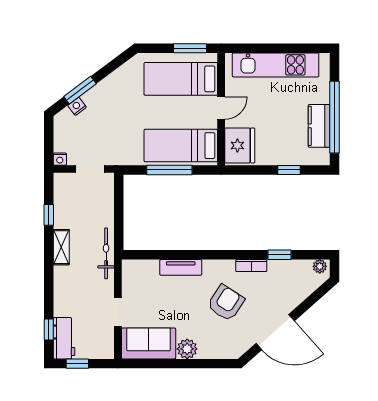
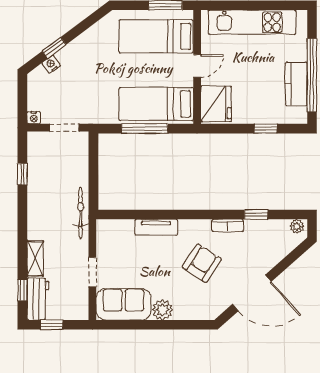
window: (80, 90) -> (54, 48), width x0.67
shelving: (61, 247) -> (35, 259), moved

